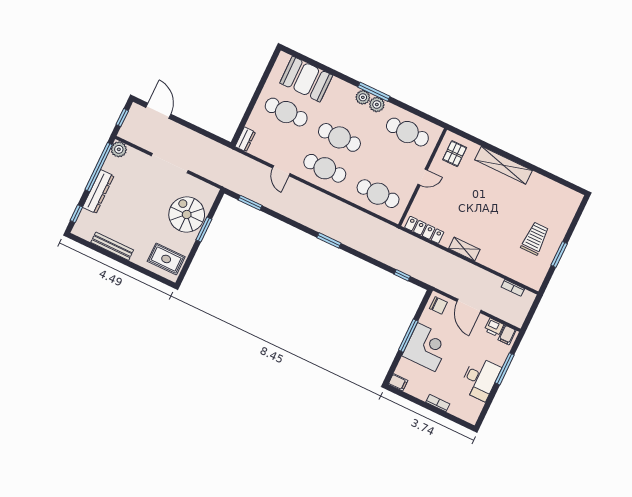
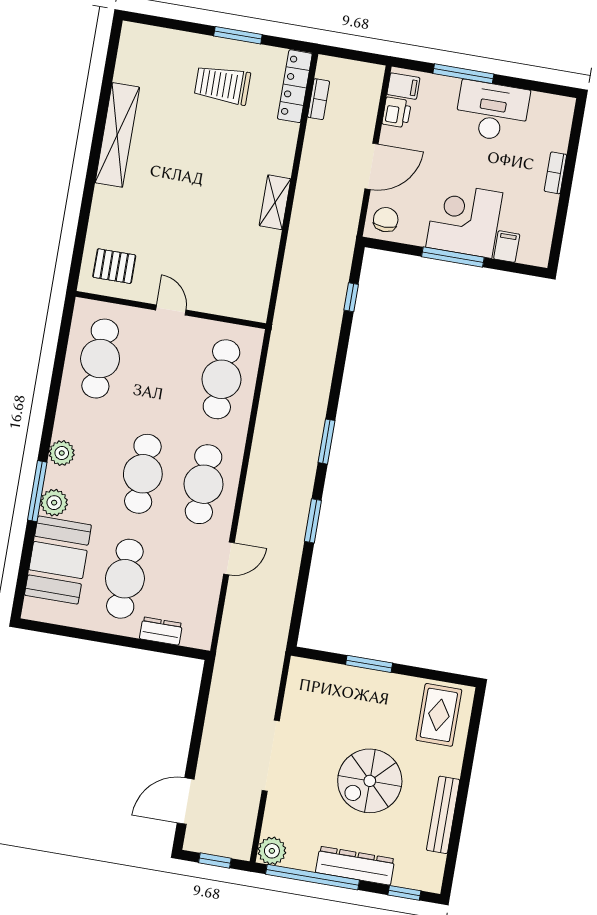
window: (374, 92) -> (37, 491), moved
plant: (377, 105) -> (54, 503), moved
dresser: (245, 139) -> (161, 631), moved
shelving: (504, 165) -> (117, 135), moved
window: (250, 203) -> (313, 521), moved
spiral stairs: (187, 214) -> (370, 781), moved
locker: (424, 230) -> (295, 86), moved
filing cabinet: (398, 382) -> (507, 247), moved

